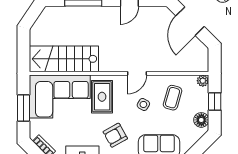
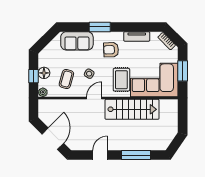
stairs: (64, 59) -> (132, 109), moved
floor lamp: (201, 120) -> (44, 73), moved
armchair: (115, 135) -> (111, 50), turned -153

